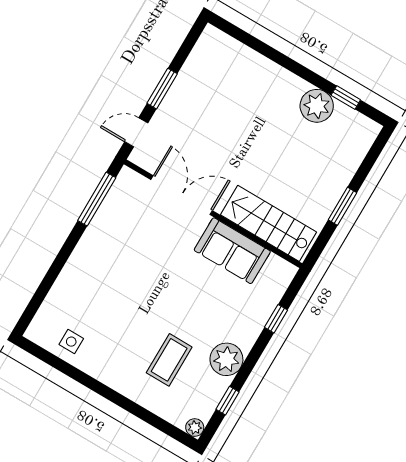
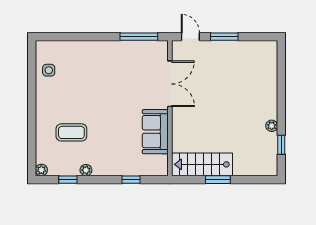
plant: (317, 106) -> (272, 126), width x0.53, depth x0.53
stairs: (268, 223) -> (202, 164), moved, turned -90
plant: (226, 359) -> (86, 170), width x0.53, depth x0.53

